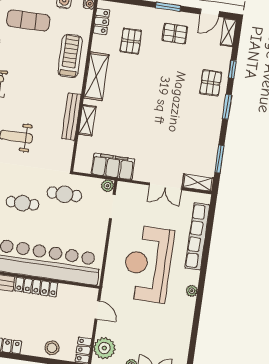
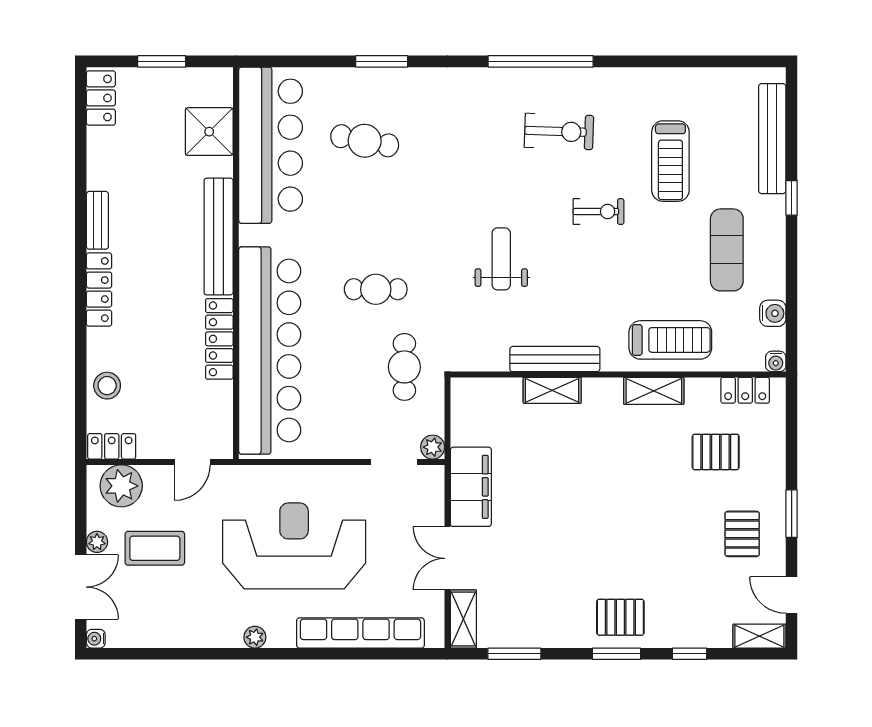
shelving: (96, 76) -> (654, 391), width x0.67, depth x0.75
pallet: (211, 83) -> (620, 617), moved
filing cabinet: (113, 166) -> (471, 487), moved
cafe table: (22, 203) -> (376, 289), turned 90
coffee table: (139, 335) -> (155, 548), added

